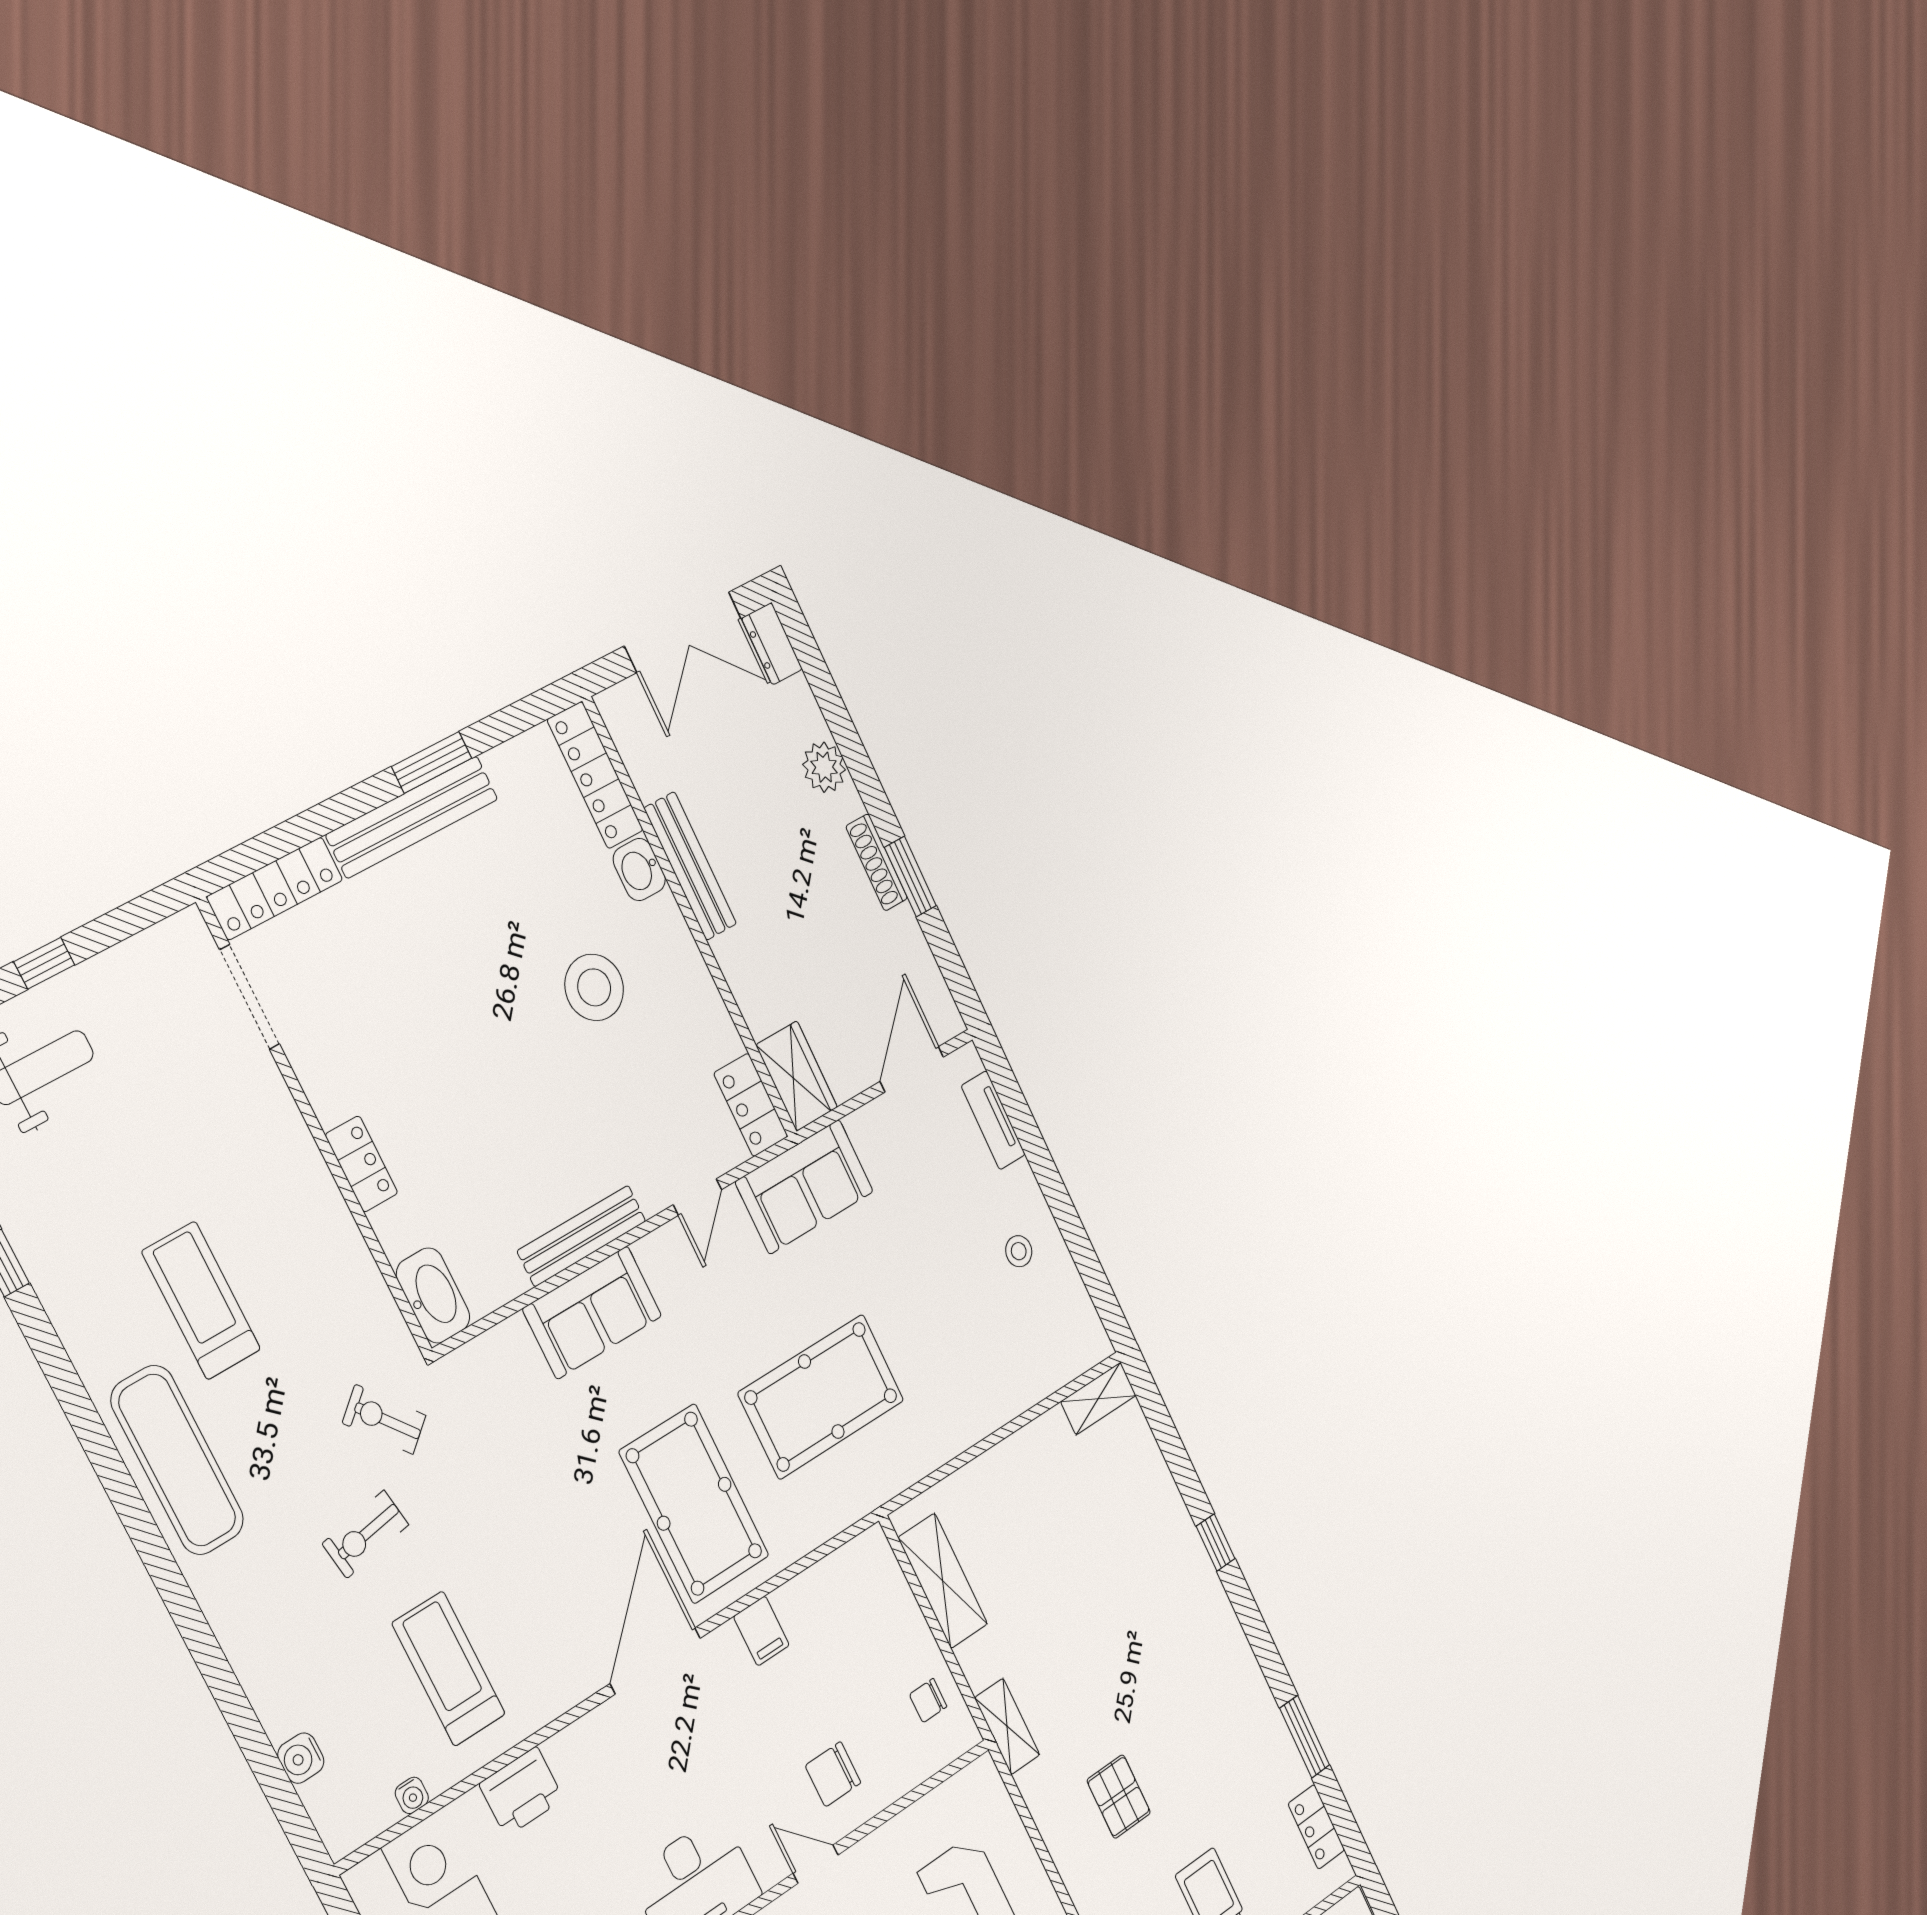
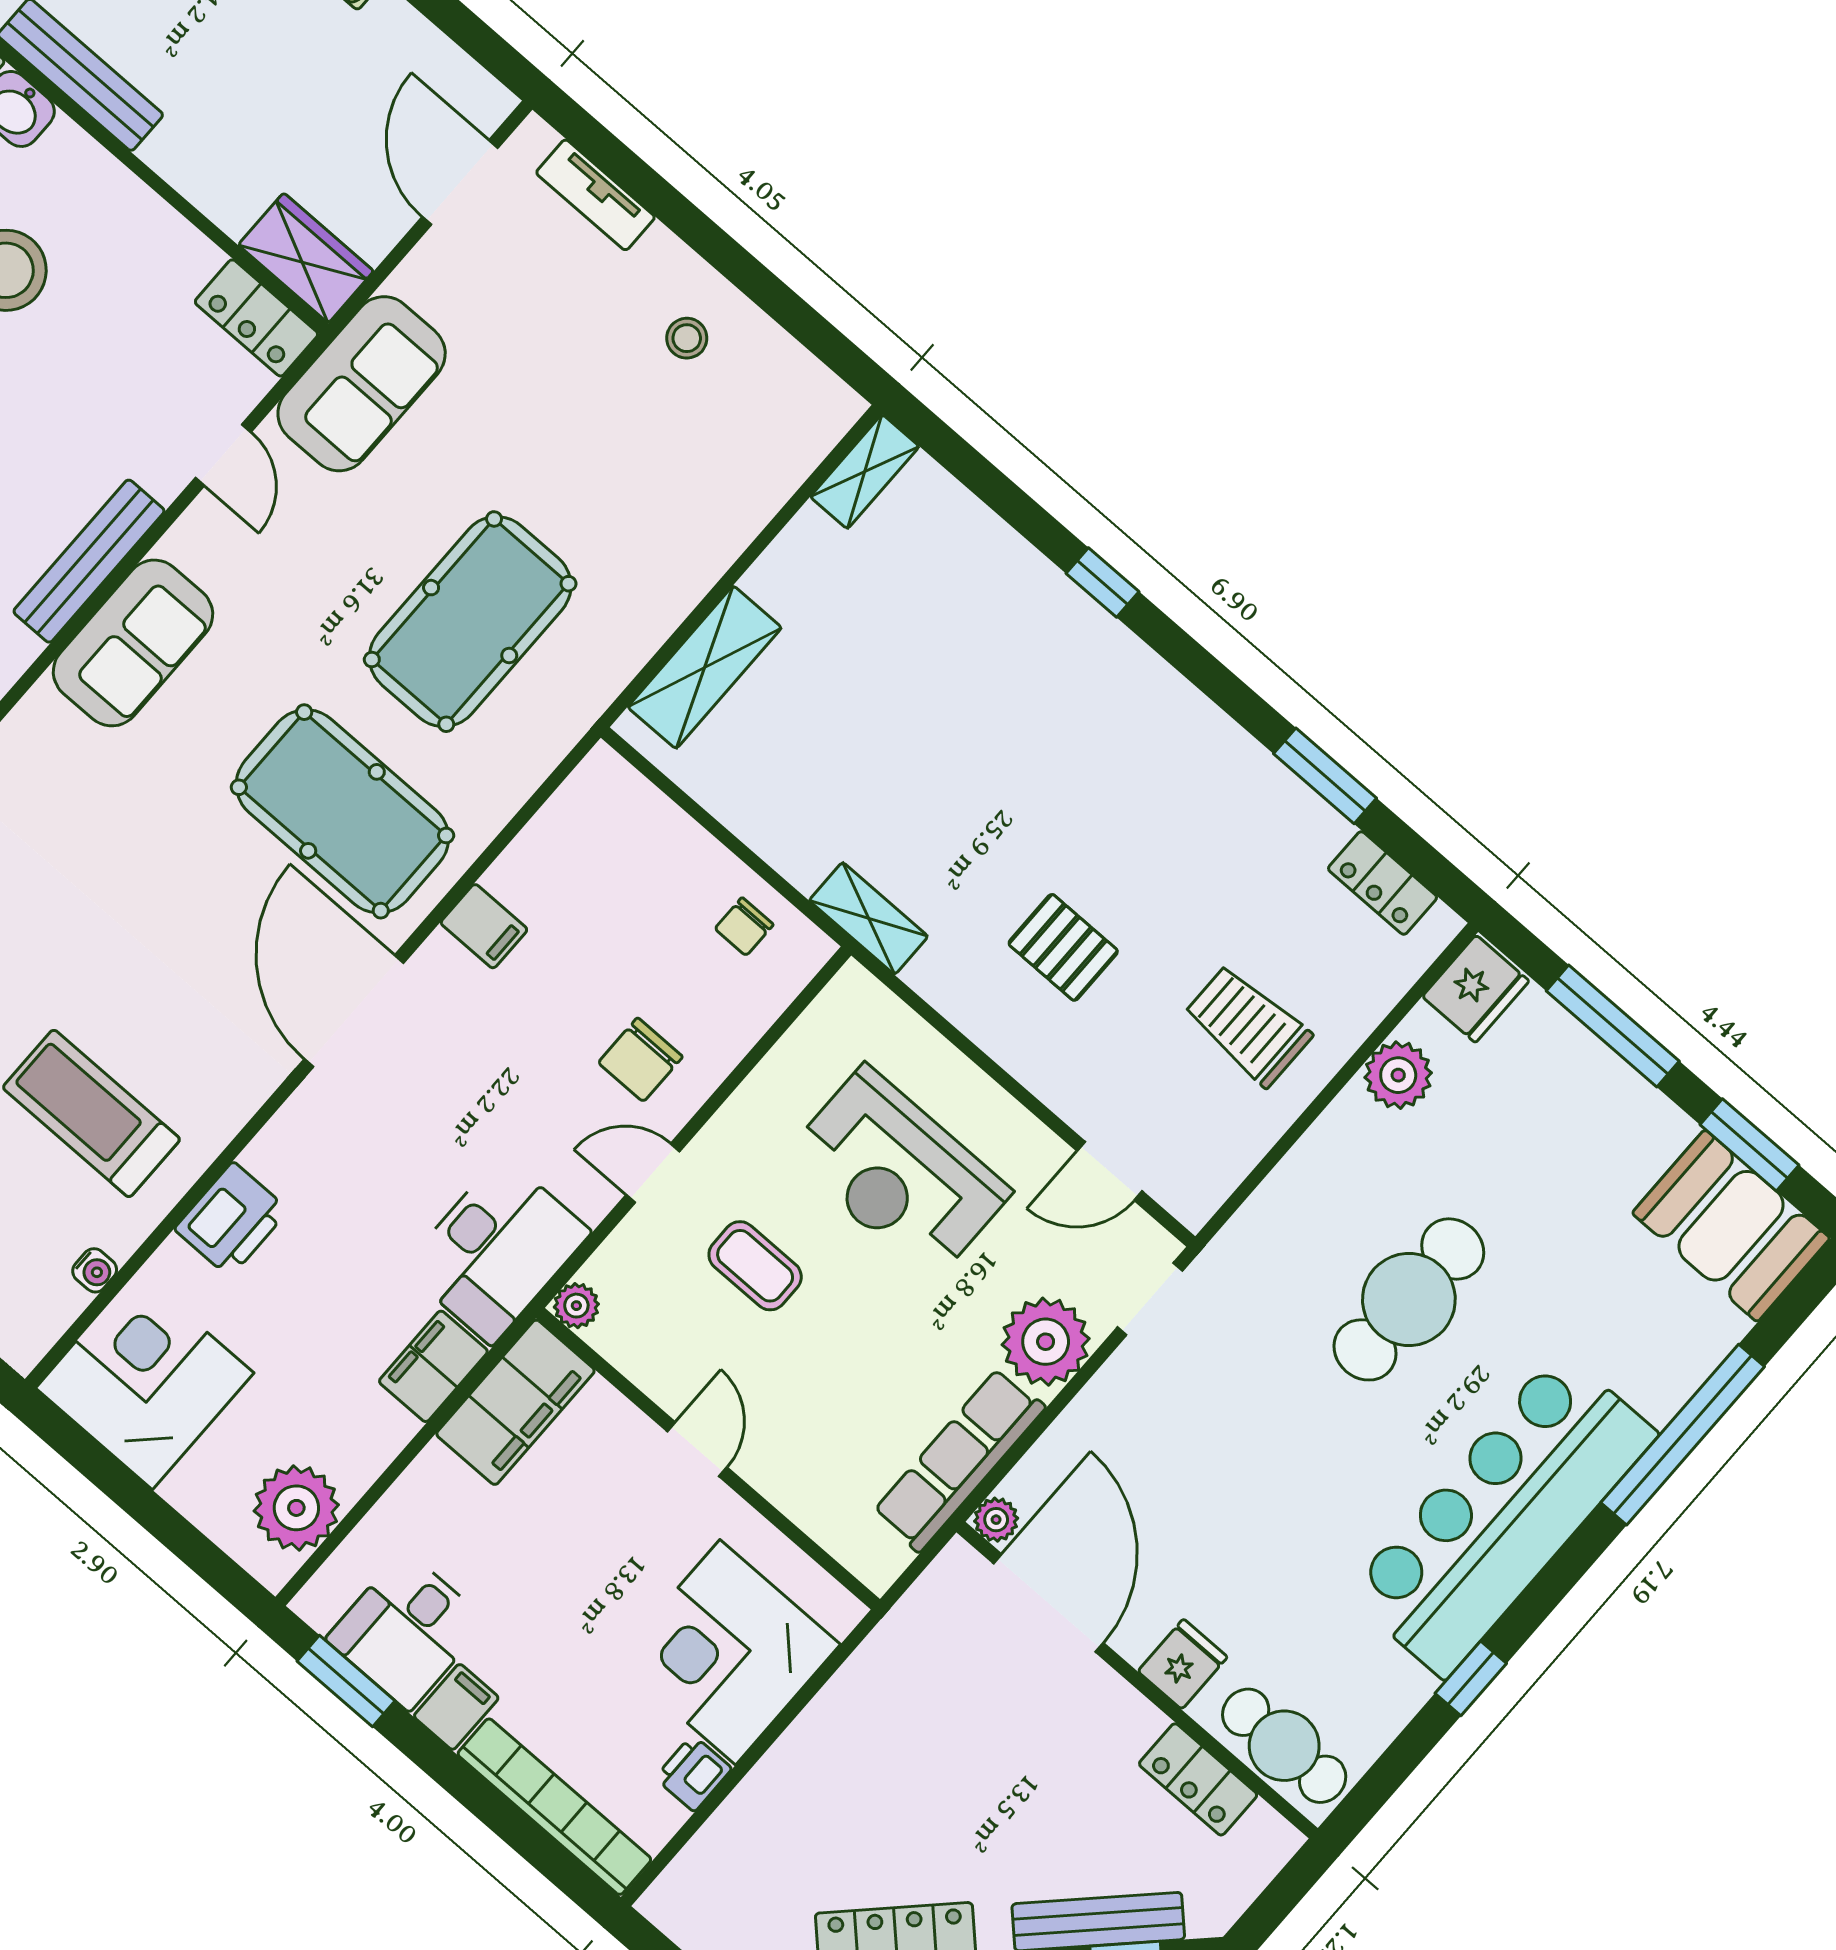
shelving: (943, 1581) -> (705, 667), moved, turned 90

